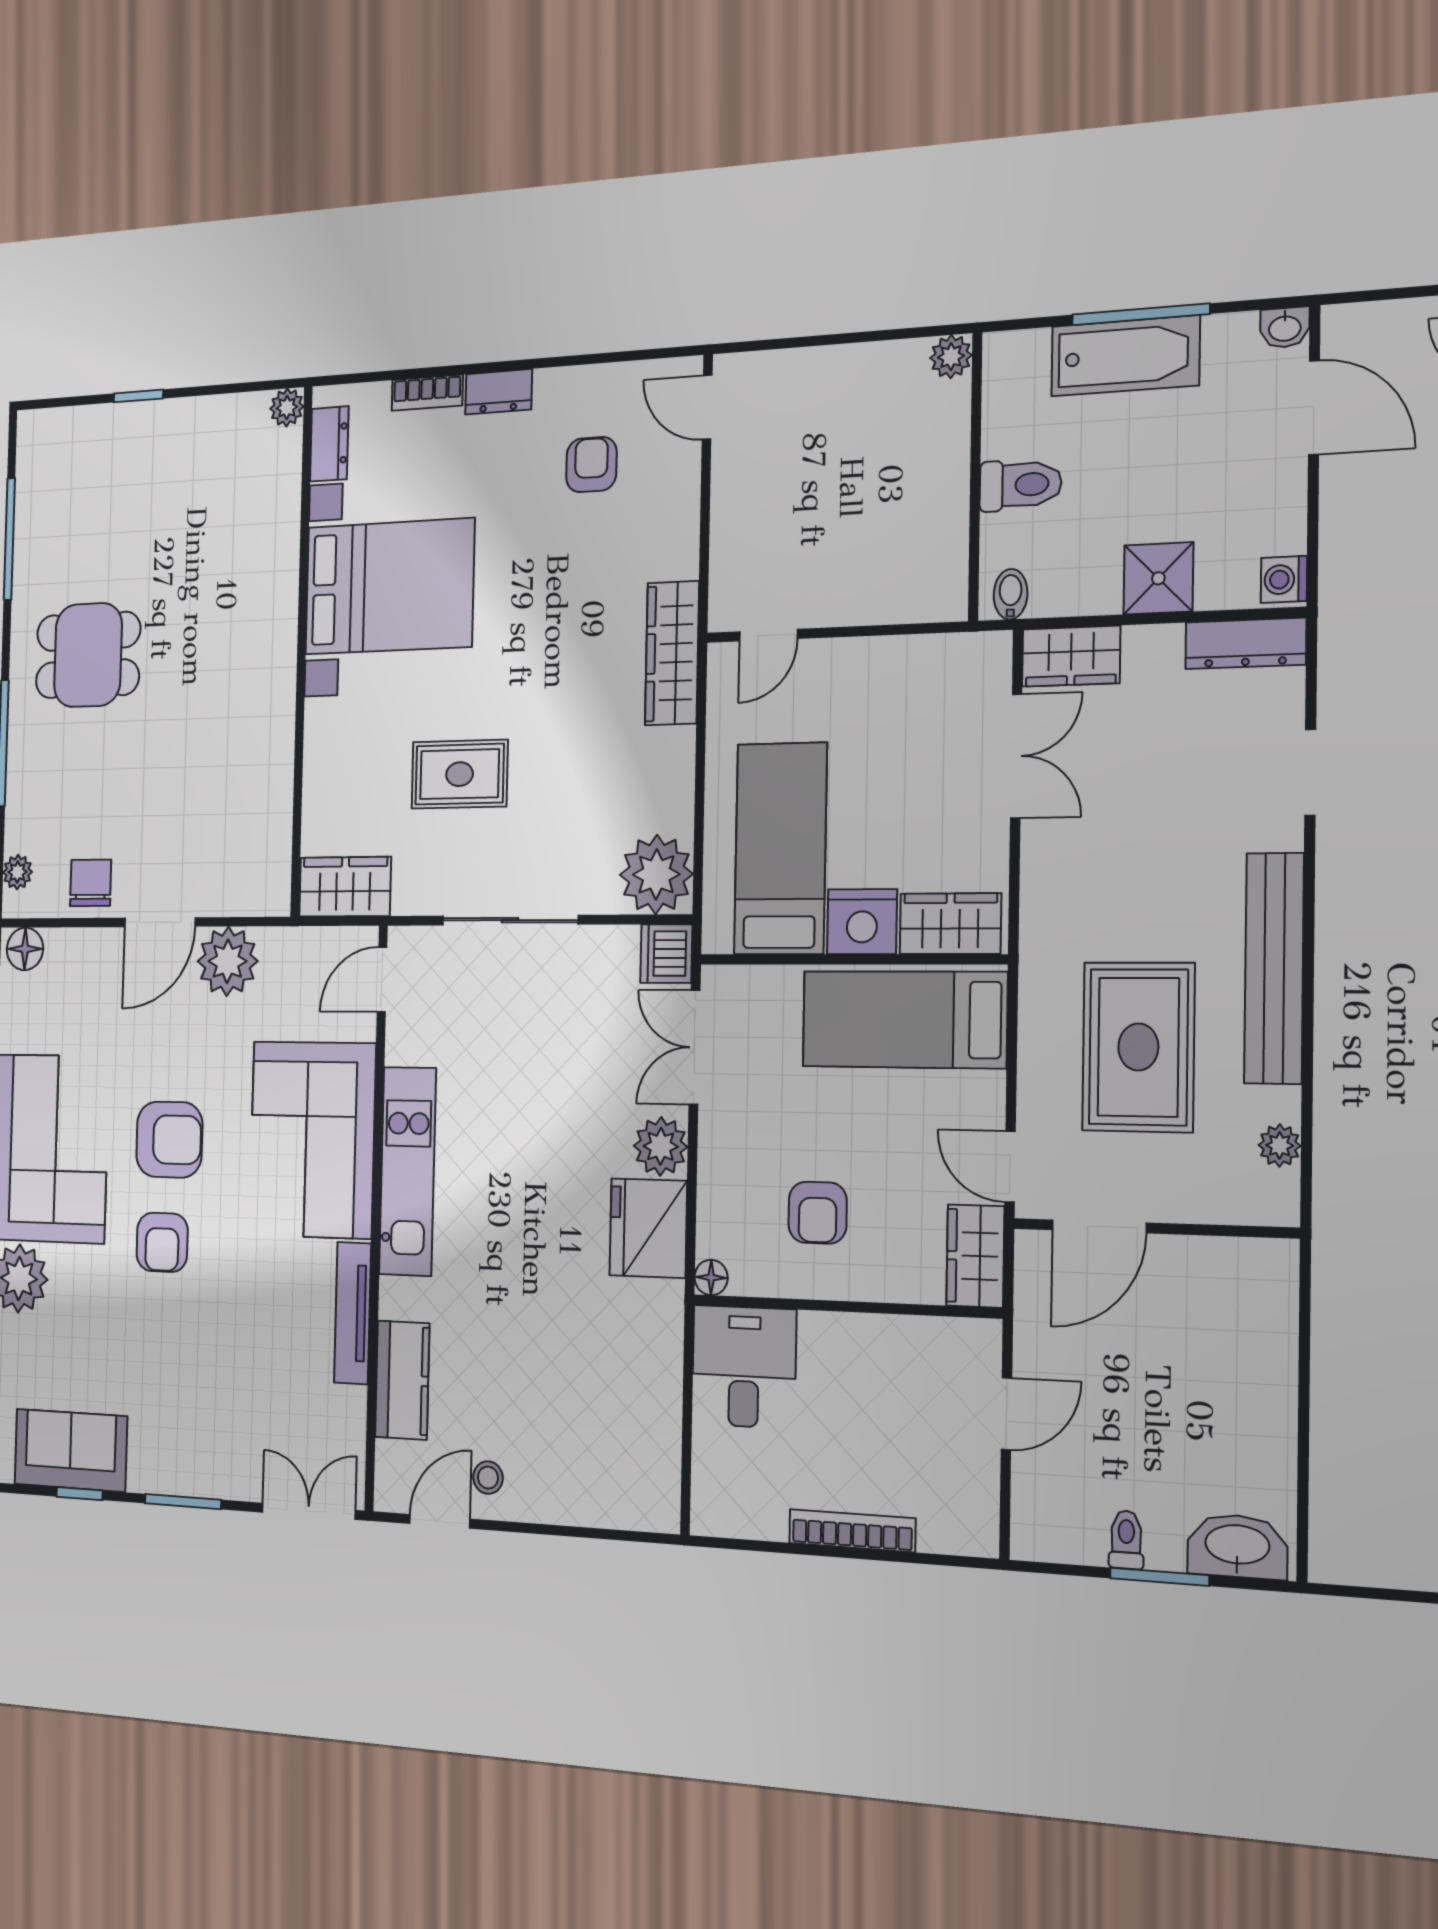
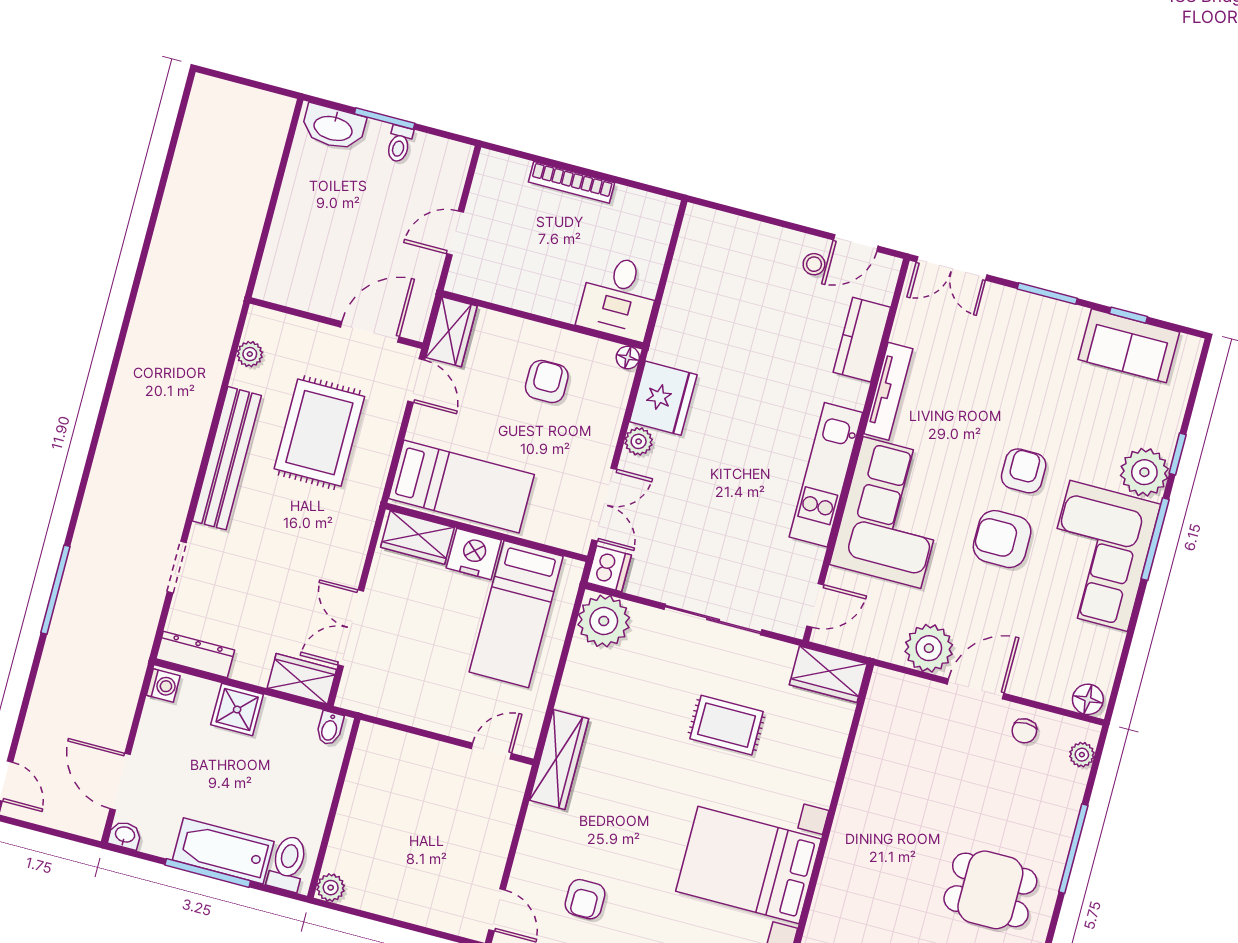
toilet: (1021, 485) -> (288, 863), moved, turned 90
chair: (91, 883) -> (1024, 731), width x0.73, depth x0.73
plant: (661, 1146) -> (639, 441), width x0.73, depth x0.73

